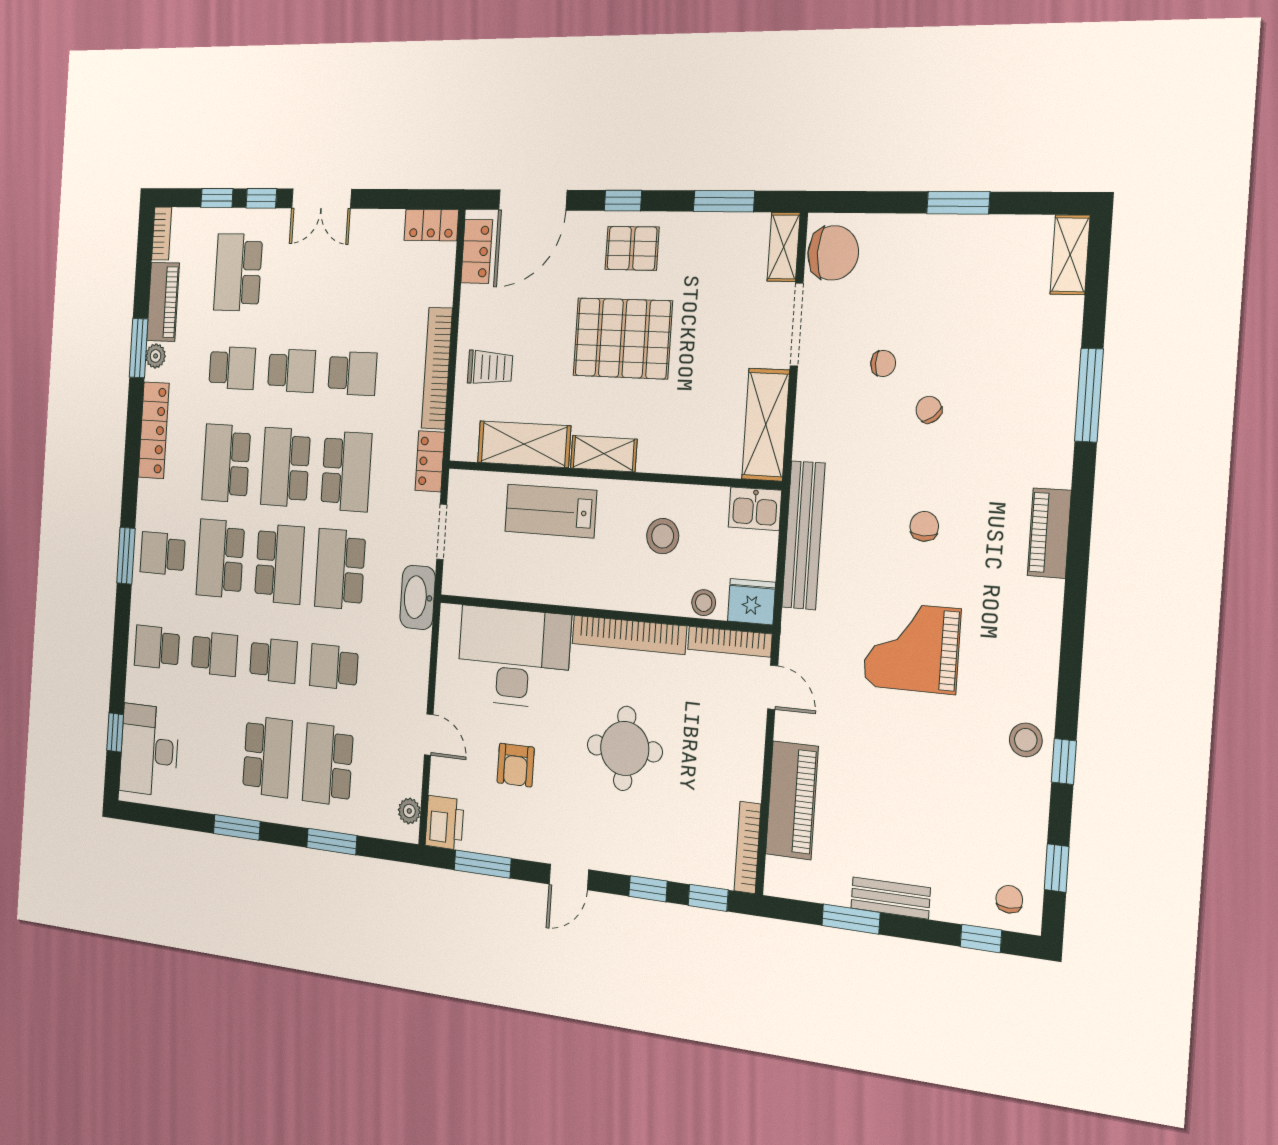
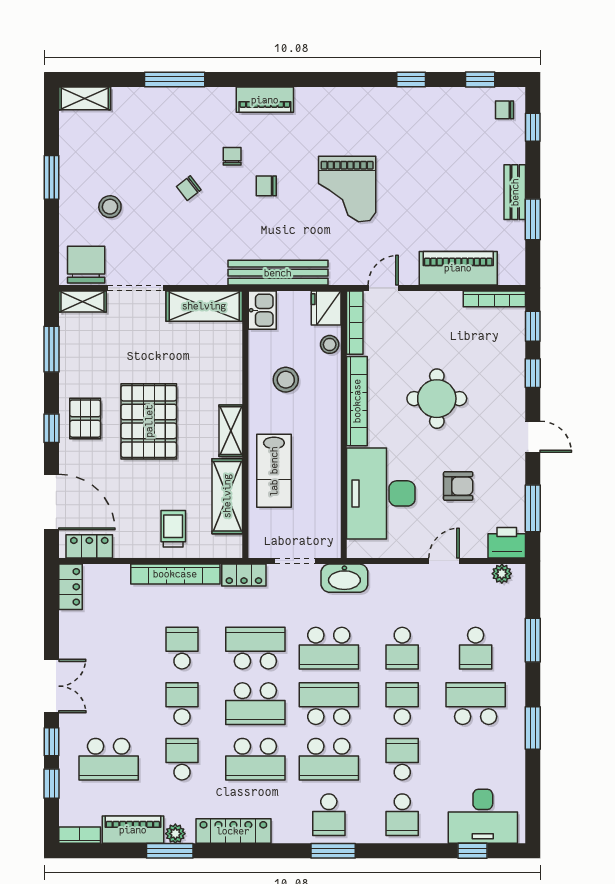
chair: (883, 363) -> (232, 156), moved
stool: (1026, 740) -> (110, 207), moved
school desk: (328, 765) -> (476, 648), width x0.54

